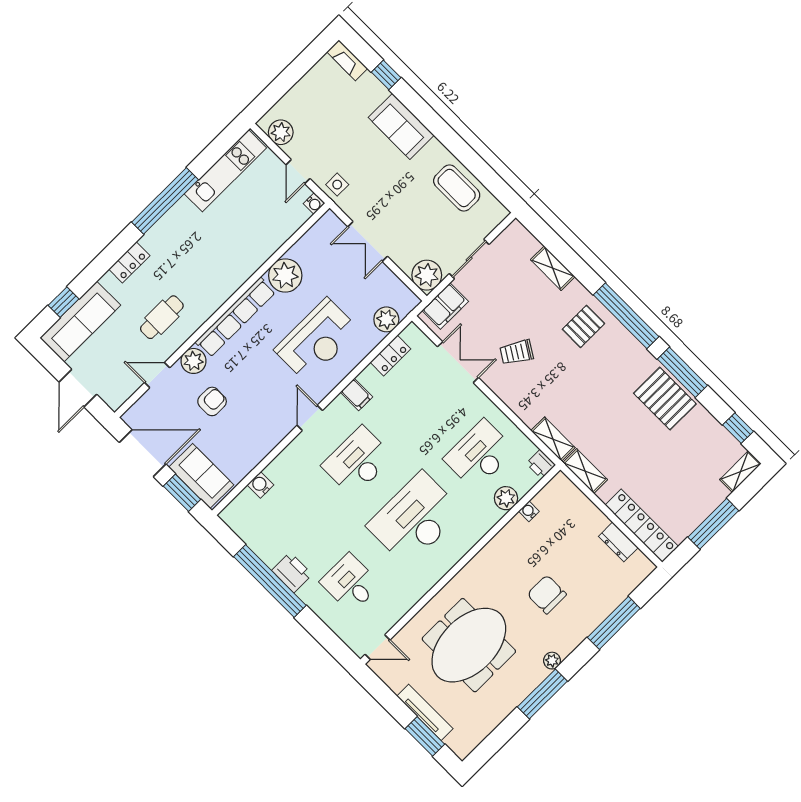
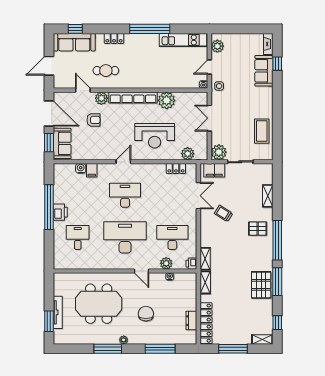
sofa: (401, 126) -> (264, 71), moved
filing cabinet: (356, 394) -> (92, 170), moved
door: (377, 647) -> (142, 271), moved

